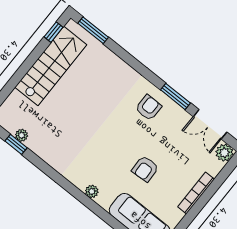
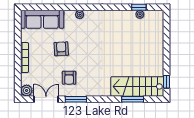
window: (93, 30) -> (133, 99), moved
stairs: (51, 66) -> (137, 86), moved, turned 90
armchair: (149, 108) -> (69, 78), moved

